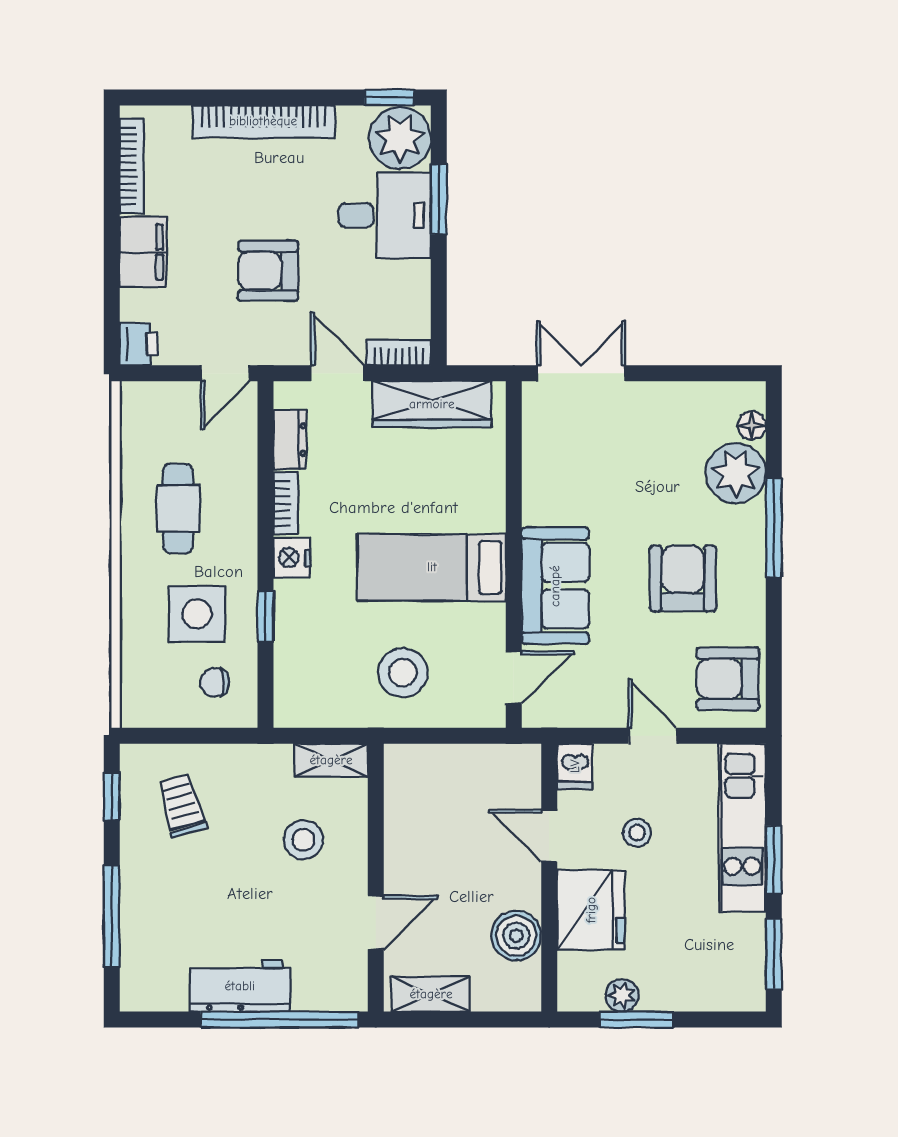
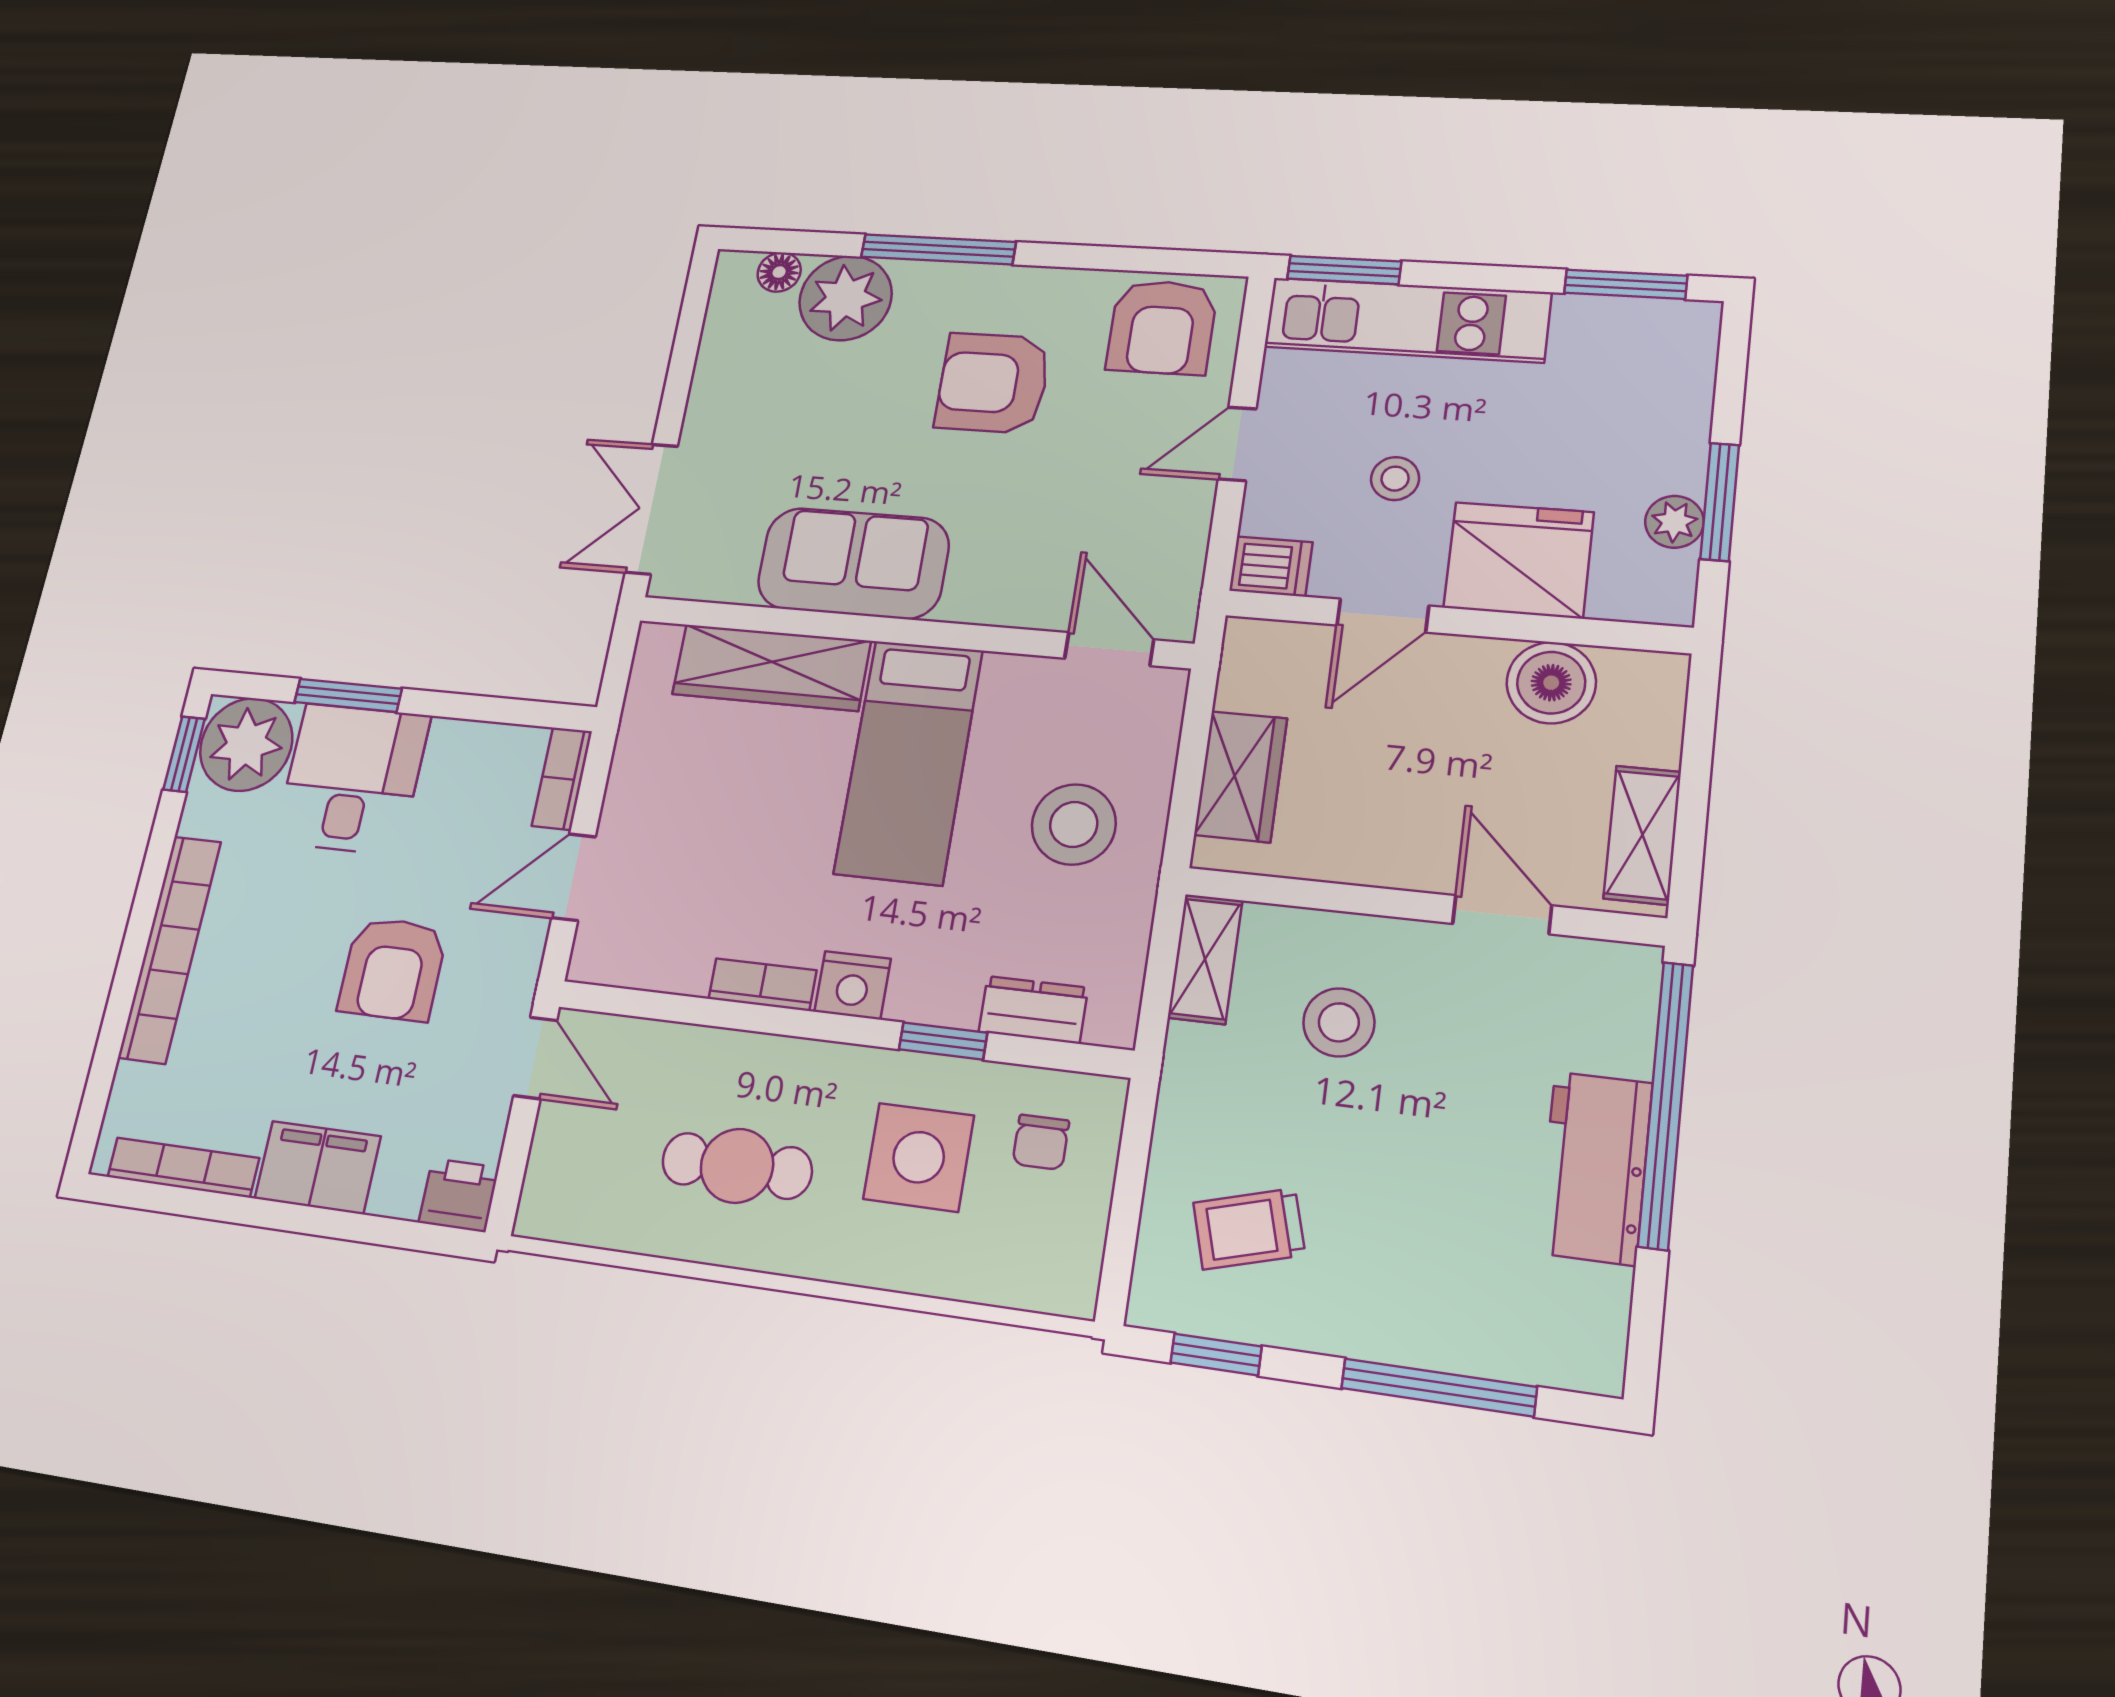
wardrobe: (432, 404) -> (771, 668), moved, turned 90
dresser: (290, 440) -> (1033, 1010), moved
sofa: (555, 586) -> (853, 563), moved
wardrobe: (442, 766) -> (1241, 777), added
window: (774, 860) -> (1344, 270), moved

